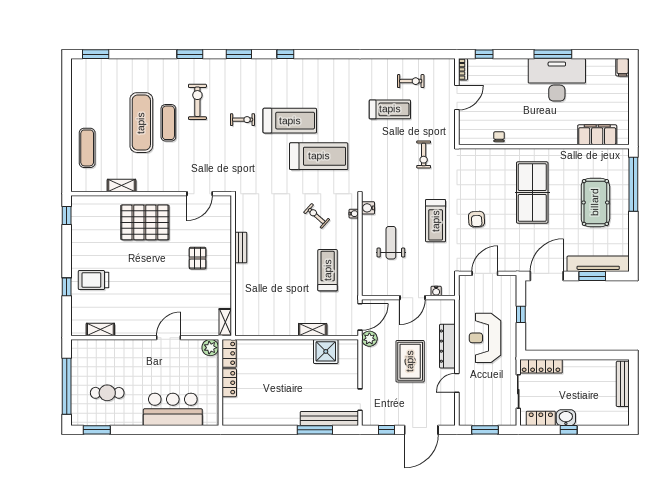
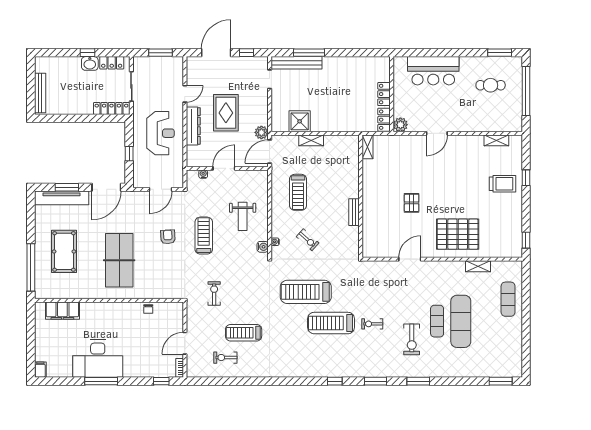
bench: (241, 248) -> (354, 212), moved
wall: (233, 266) -> (361, 196), moved
shelving: (225, 322) -> (367, 147), moved

